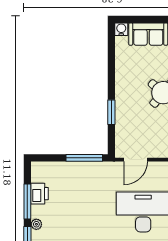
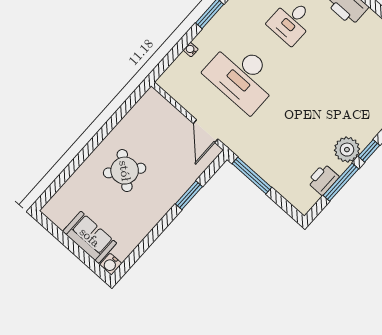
door: (136, 160) -> (206, 131), swing flipped
plant: (36, 224) -> (347, 150), width x1.87, depth x1.87

